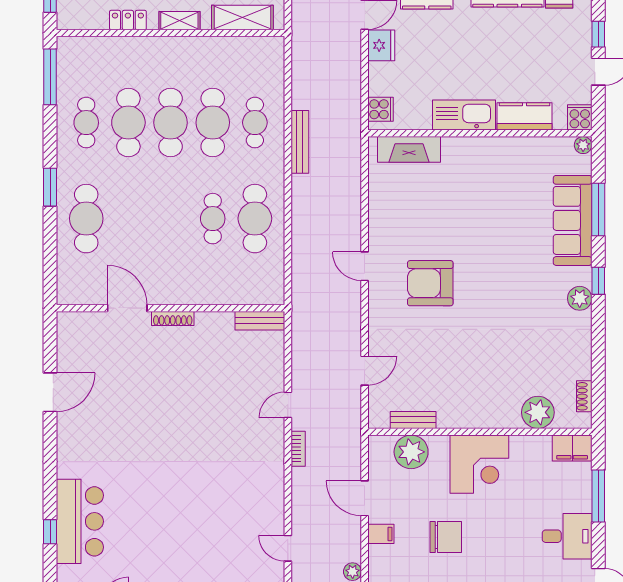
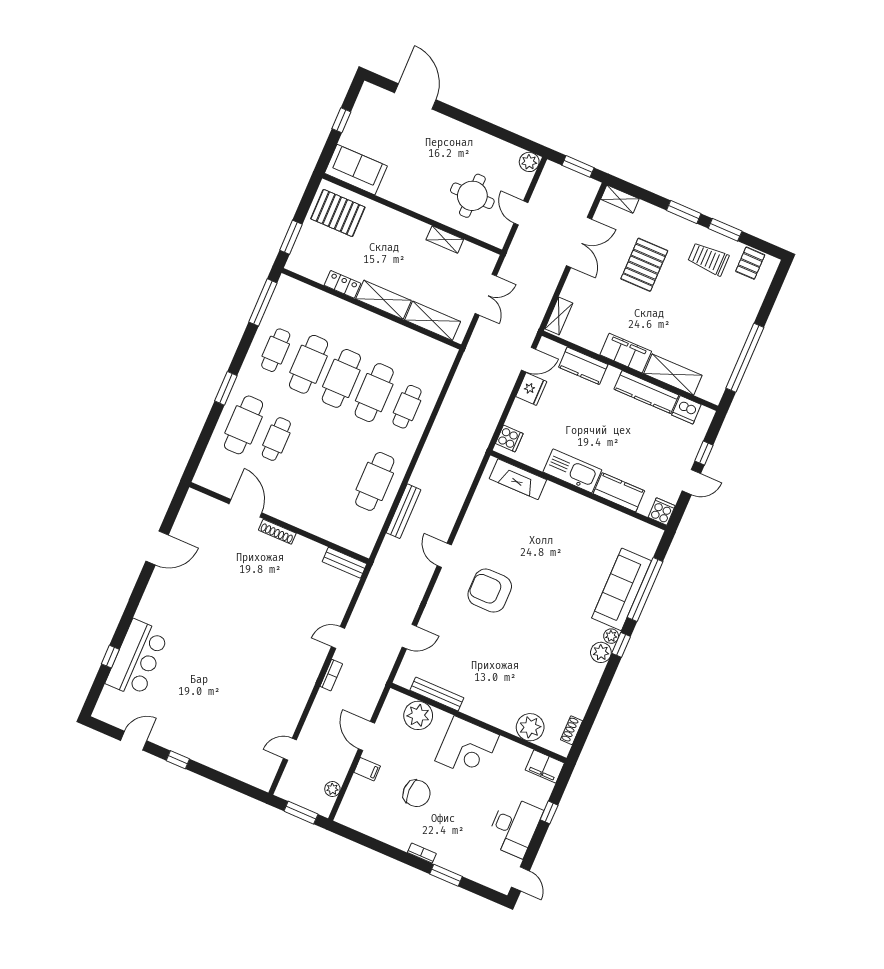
shelving: (179, 21) -> (383, 300), width x1.50, depth x1.33
bench: (300, 142) -> (404, 511), moved
plant: (583, 145) -> (611, 636), moved
window: (598, 210) -> (645, 589), width x1.46
cafe table: (213, 219) -> (276, 439), moved
bench: (413, 420) -> (437, 694), width x1.36
window: (598, 496) -> (549, 812), width x0.46
desk: (567, 536) -> (514, 827), width x1.37
door: (288, 548) -> (290, 749), hinge flipped

